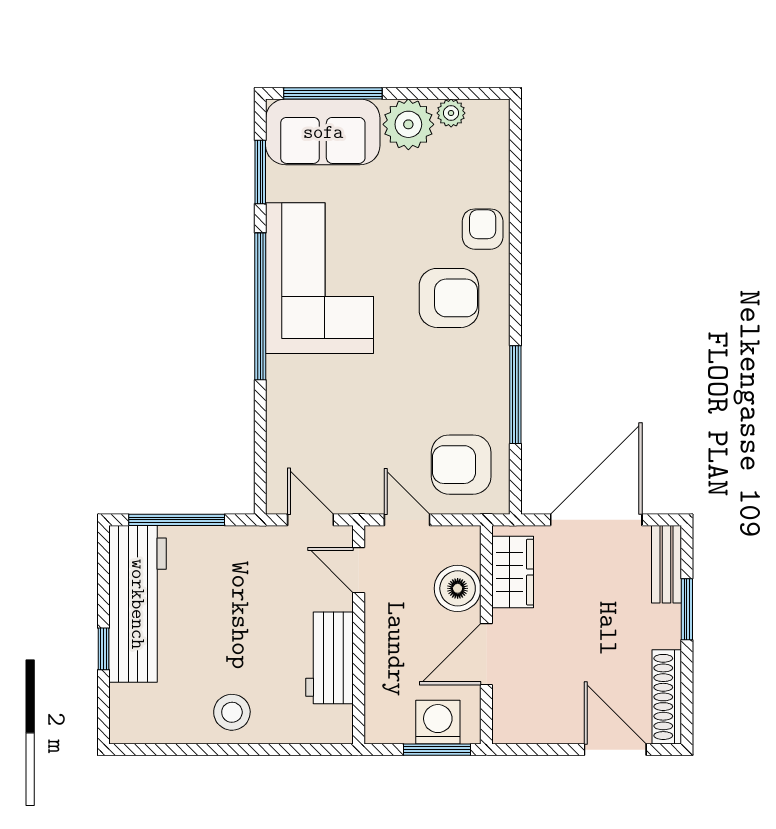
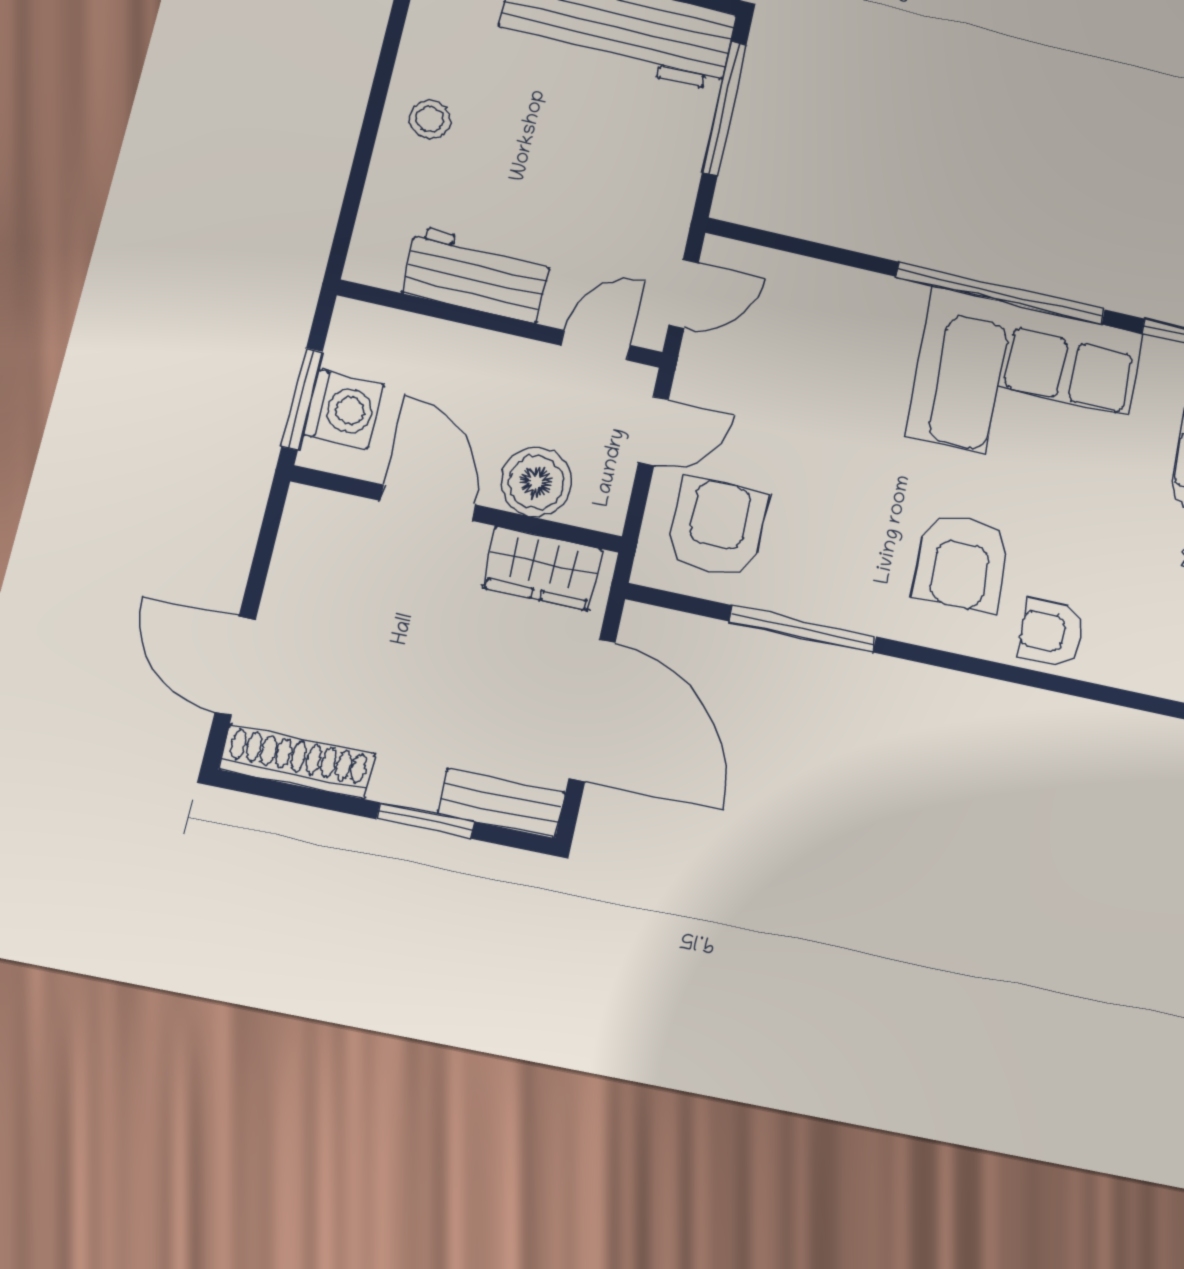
armchair: (483, 229) -> (1051, 633), turned 180
stool: (232, 712) -> (430, 119), width x0.73, depth x0.73
door: (615, 750) -> (235, 666), swing flipped

